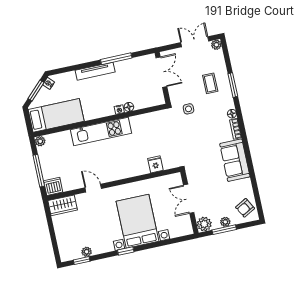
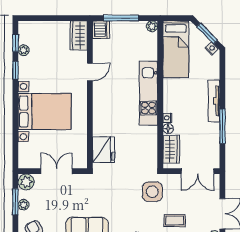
wardrobe: (147, 100) -> (171, 149), added
side table: (188, 109) -> (152, 192), width x1.87, depth x1.87
fridge: (155, 164) -> (104, 150), width x1.88, depth x1.34
window: (126, 251) -> (15, 70), moved

